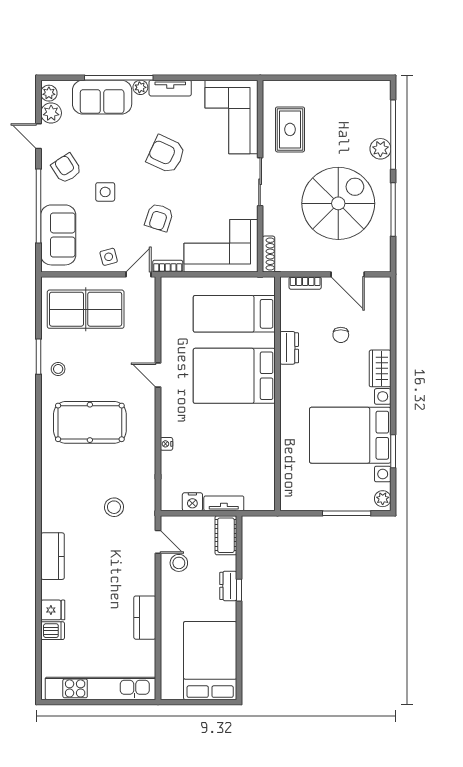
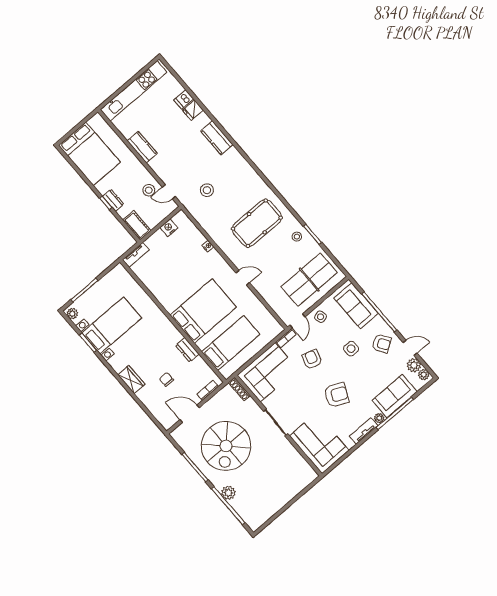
rug: (290, 129) -> (284, 463), removed
bed with nightstands: (350, 435) -> (112, 325), width x0.73
tv unit: (224, 503) -> (136, 255), moved

